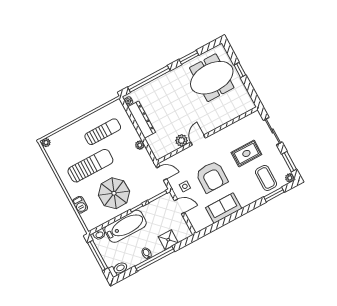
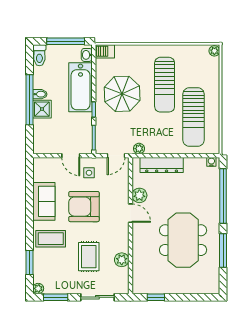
window: (189, 57) -> (223, 251), width x1.44
window: (240, 70) -> (156, 297), moved
meeting table: (212, 78) -> (183, 240), moved
dresser: (141, 120) -> (162, 165), moved
plant: (236, 128) -> (122, 260), added
sun lounger: (103, 132) -> (194, 117), width x1.36, depth x1.34
plant: (140, 145) -> (139, 149), moved
coffee table: (266, 178) -> (51, 239), moved
barbecue: (80, 205) -> (105, 51), moved
door: (179, 207) -> (71, 156), hinge flipped
shower: (168, 240) -> (42, 109), moved

